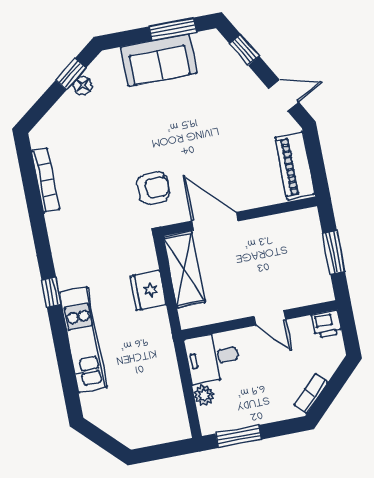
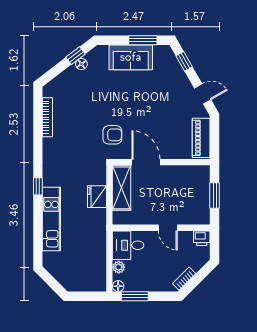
floor lamp: (209, 425) -> (118, 286), added

